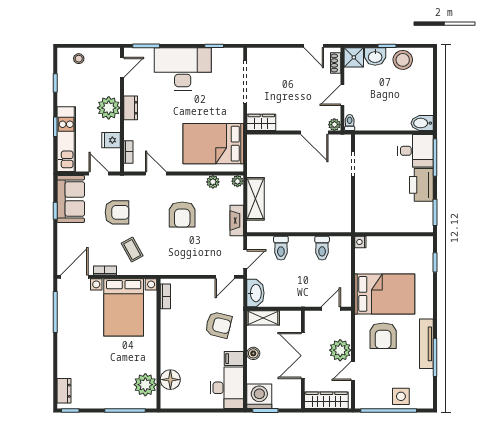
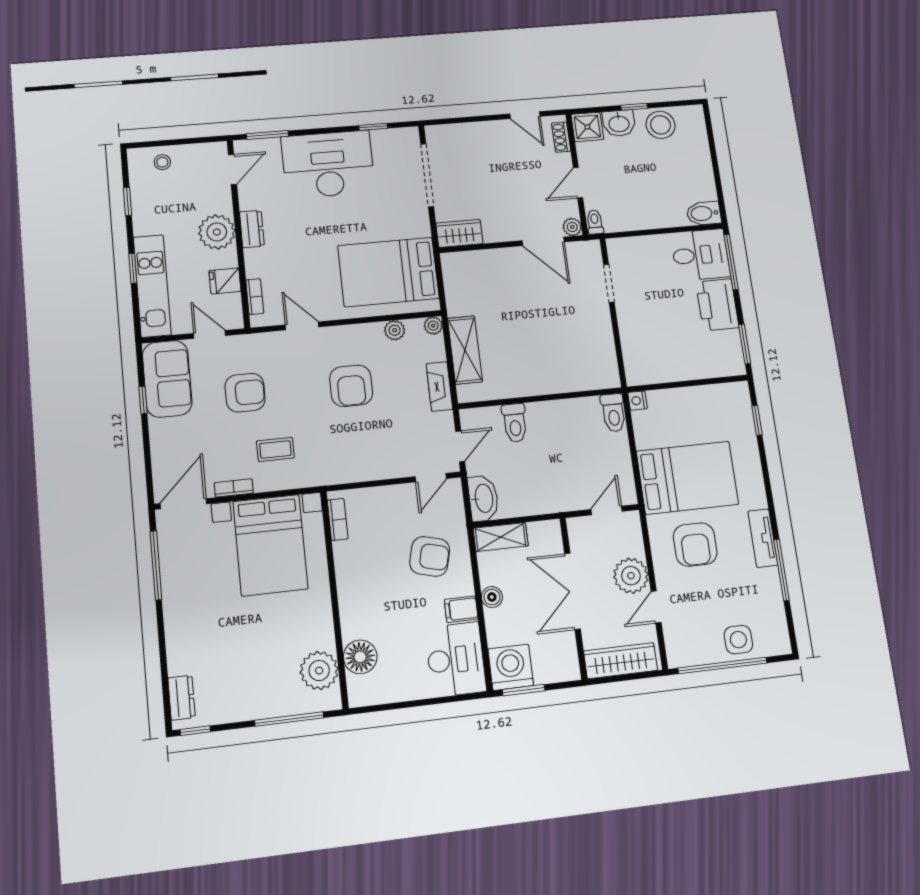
toilet: (322, 248) -> (613, 413), moved
coffee table: (132, 250) -> (275, 449), turned -61
tv unit: (426, 344) -> (763, 538), width x0.71

